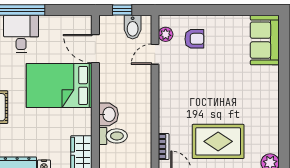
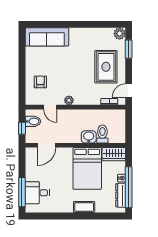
plant: (166, 34) -> (69, 100), moved
sofa: (265, 40) -> (47, 37), width x1.36
bed: (59, 85) -> (87, 168), moved

